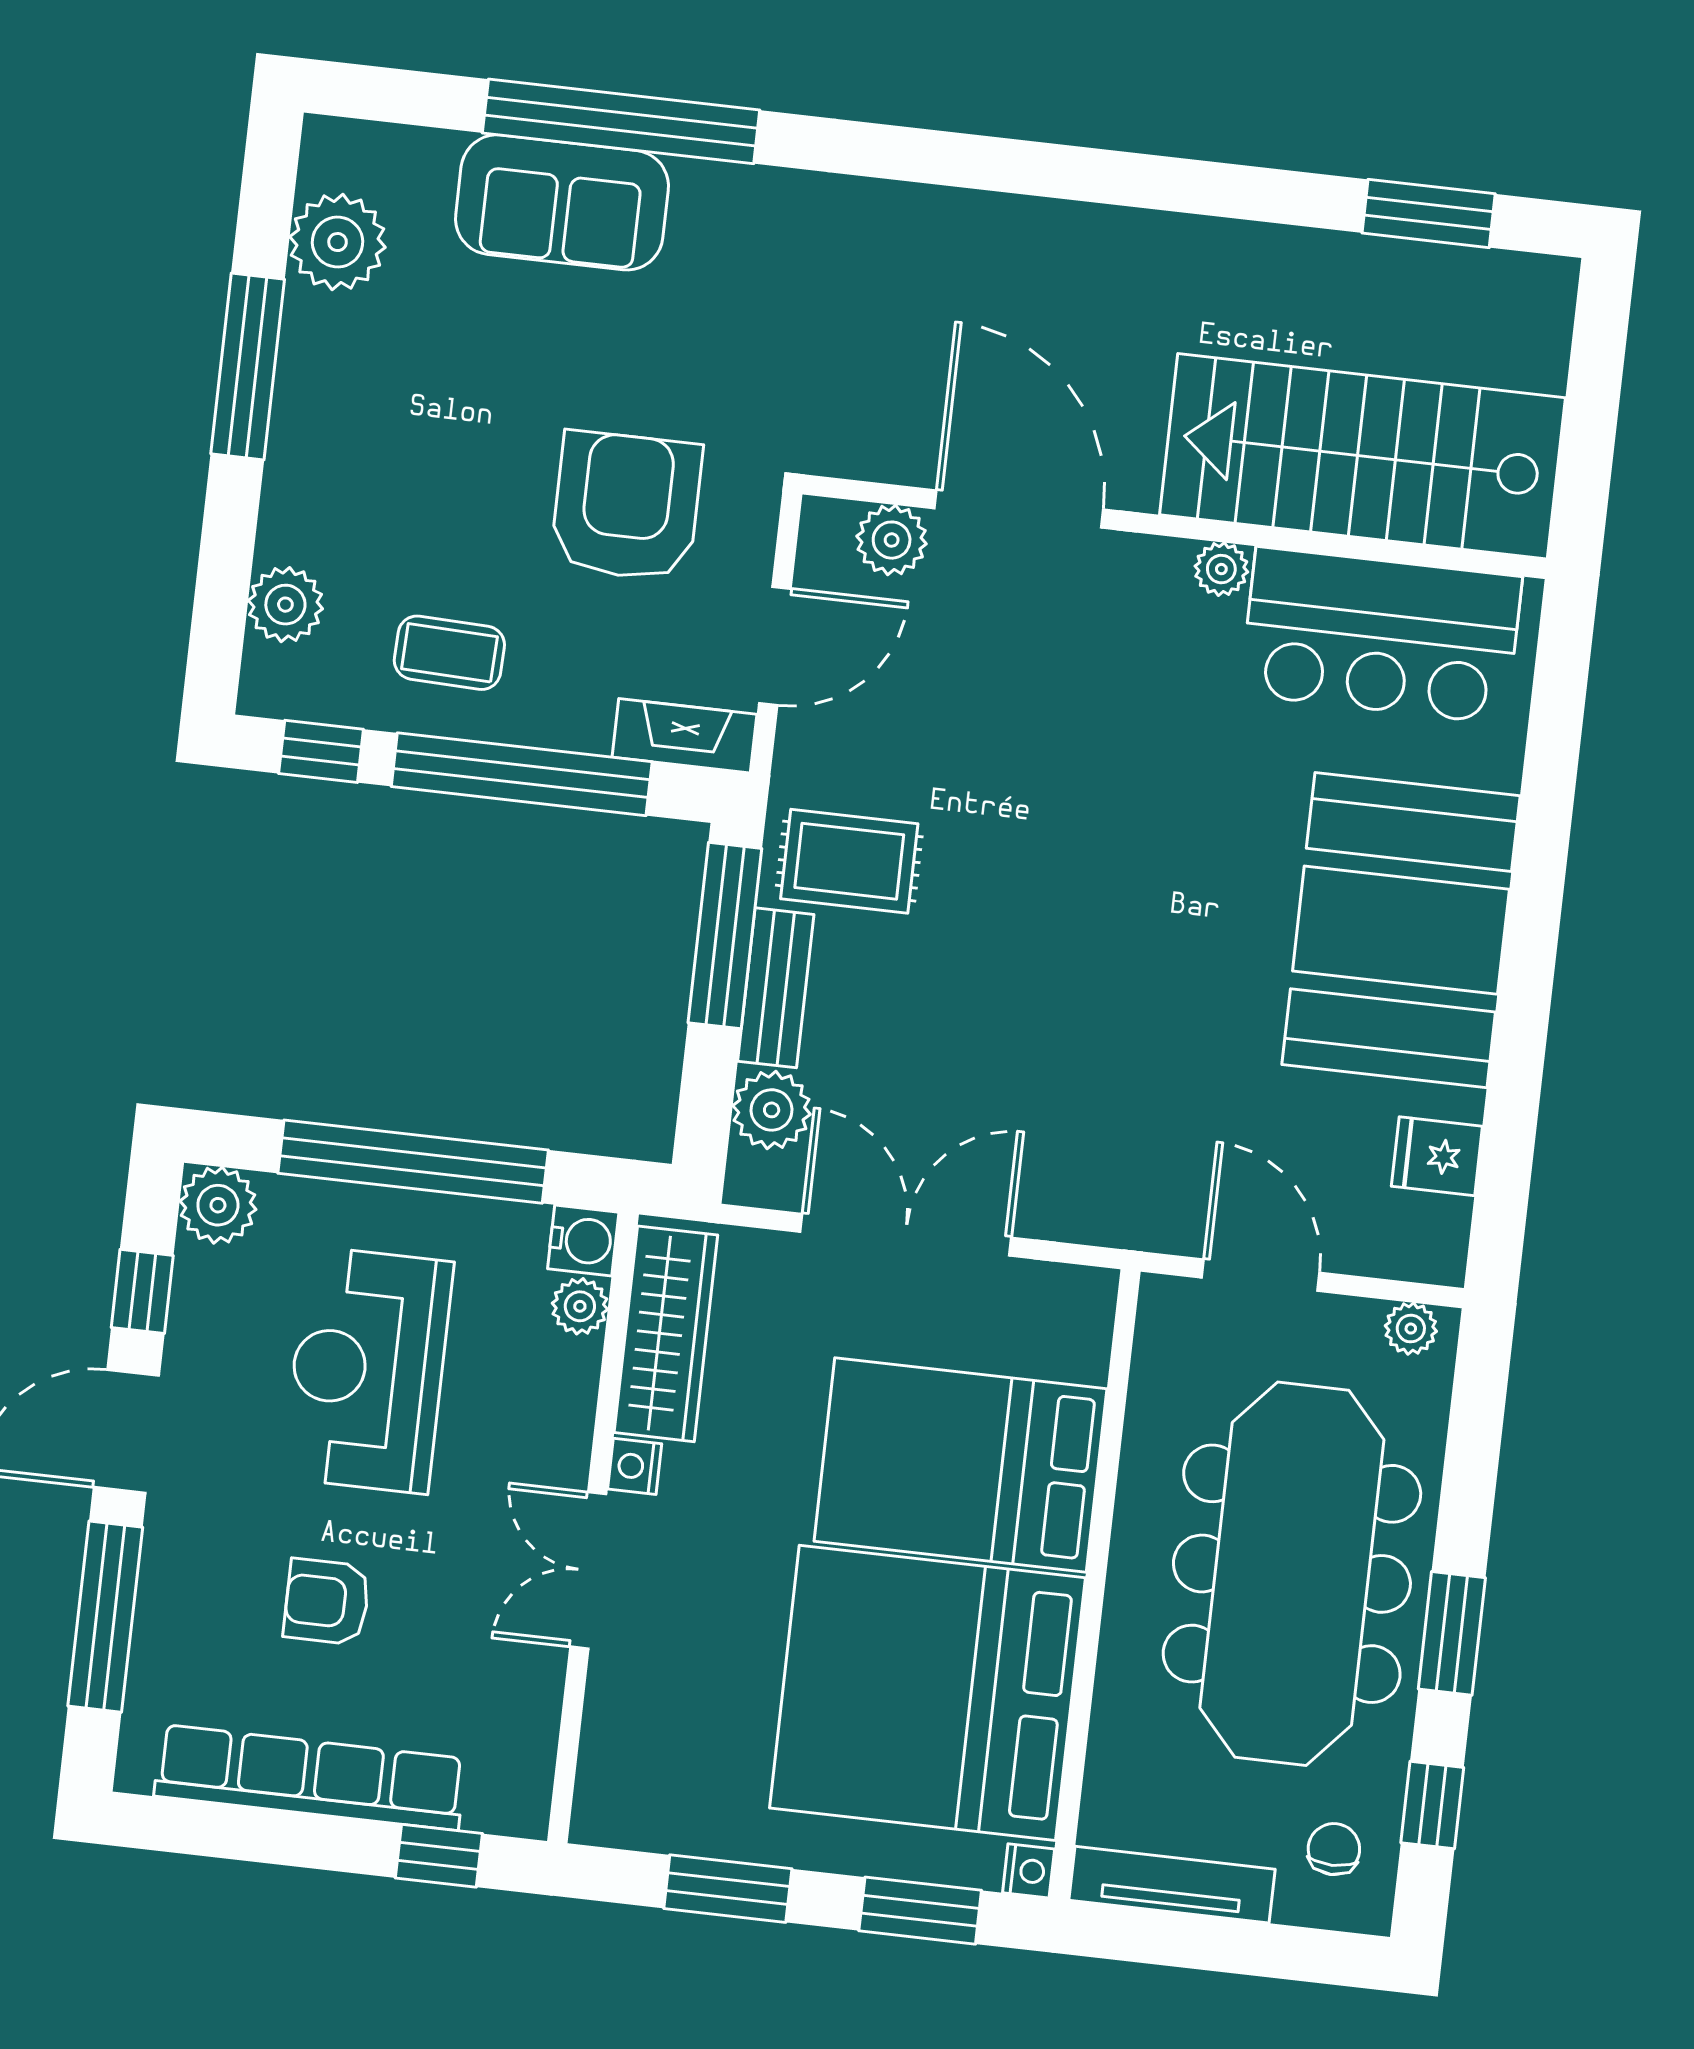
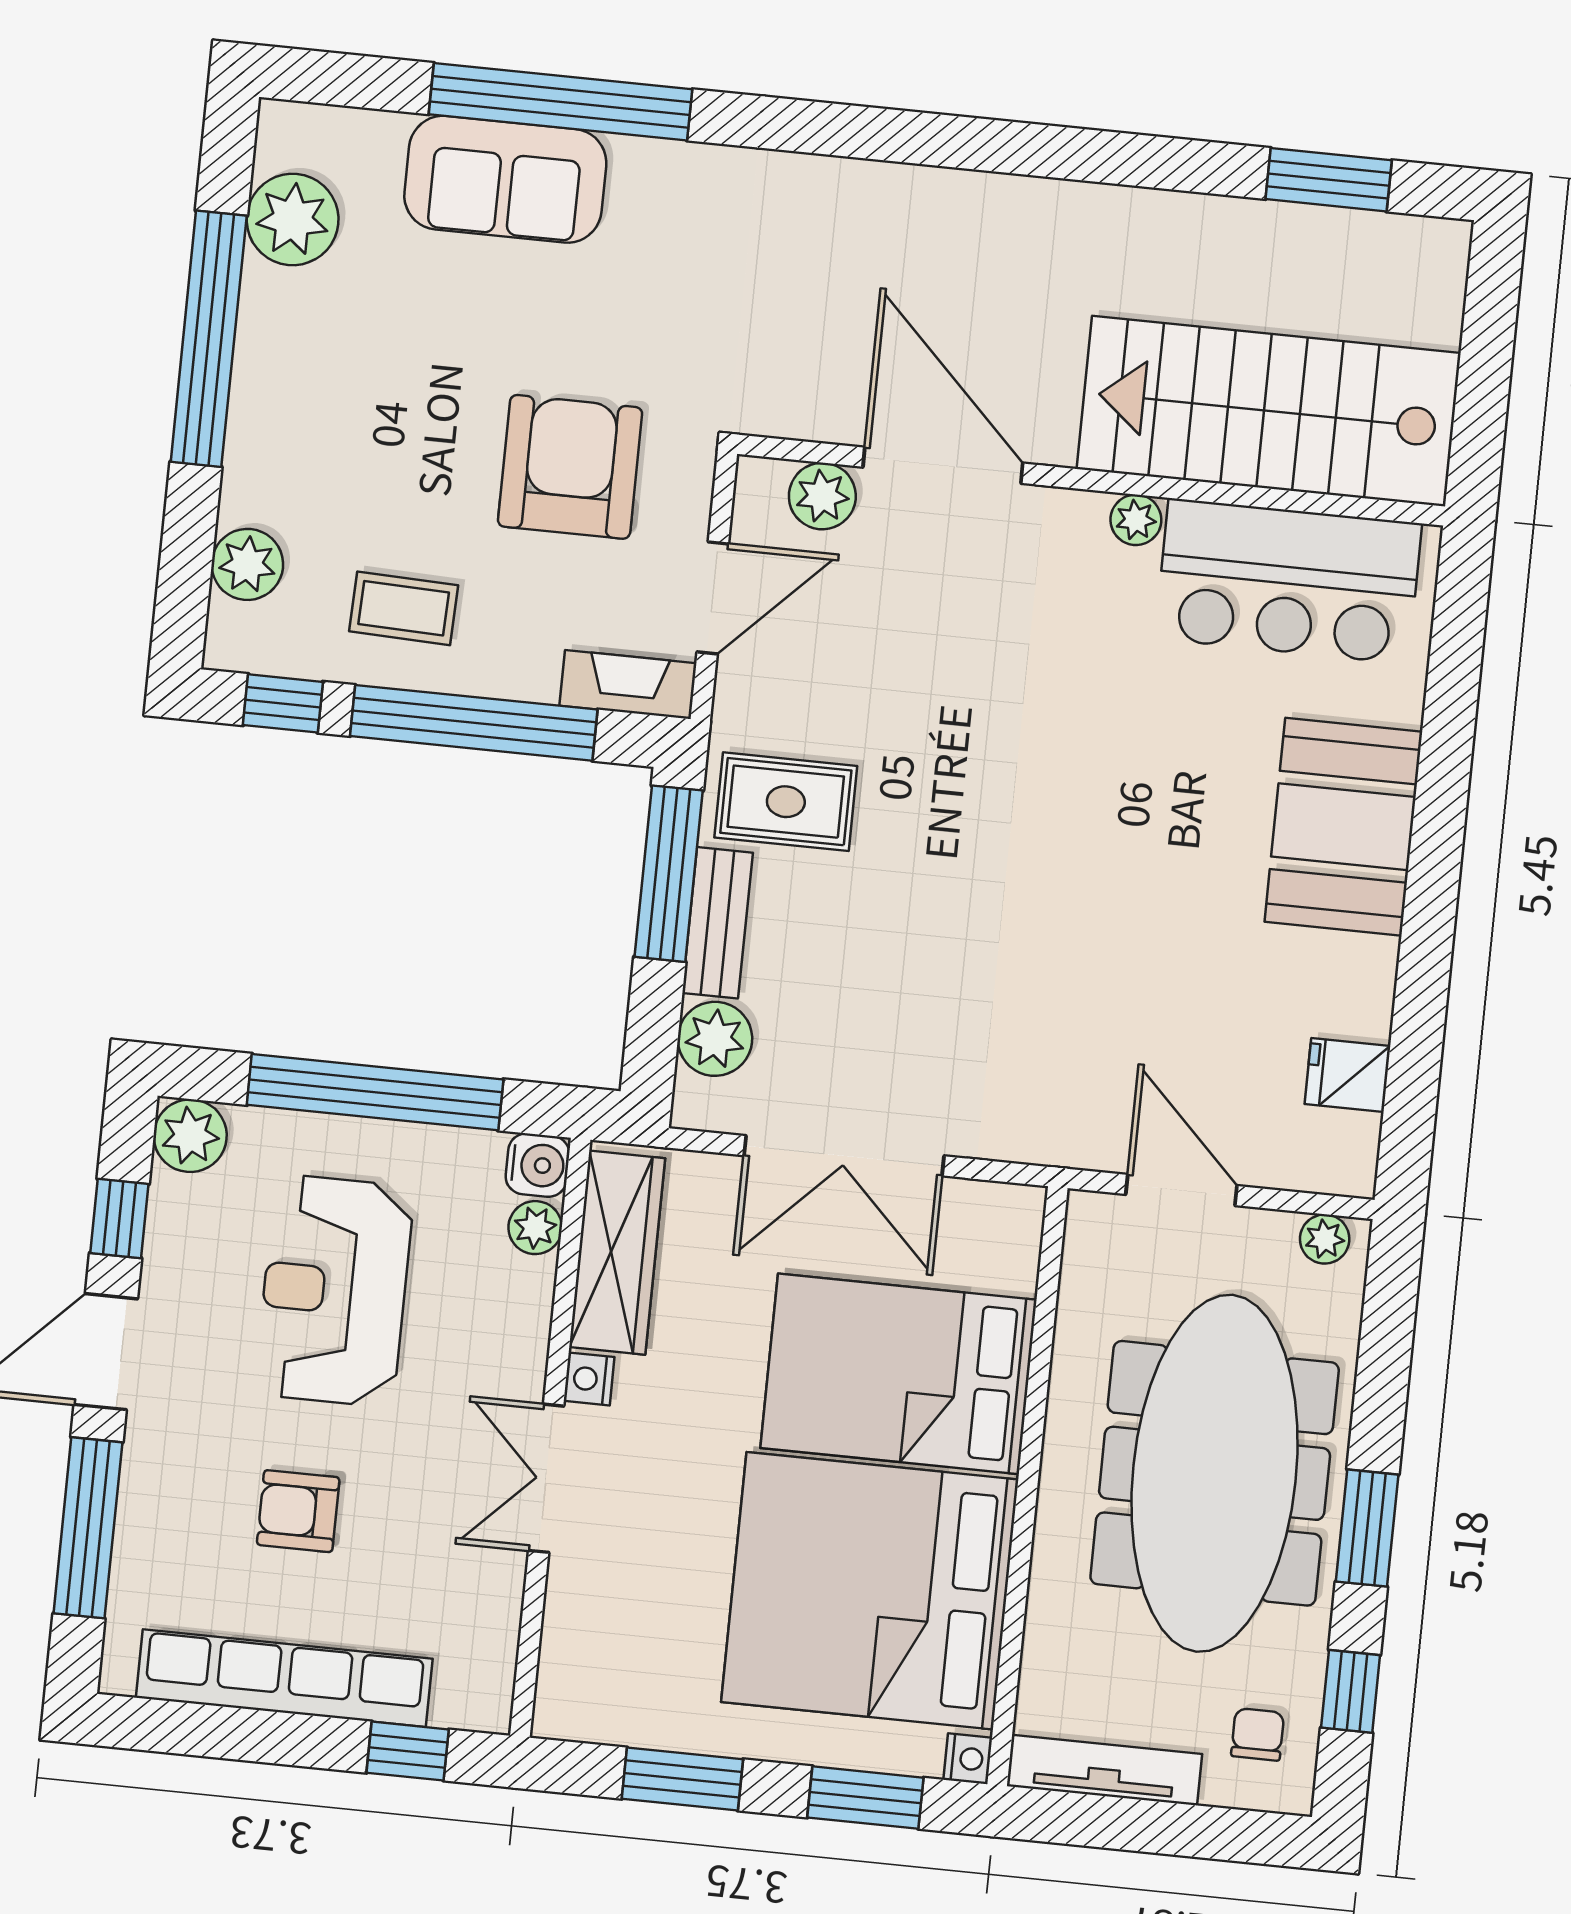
window: (248, 366) -> (209, 339), width x1.46
booth: (1401, 930) -> (1343, 827), width x0.73, depth x0.70
double door: (906, 1235) -> (844, 1156), swing flipped

